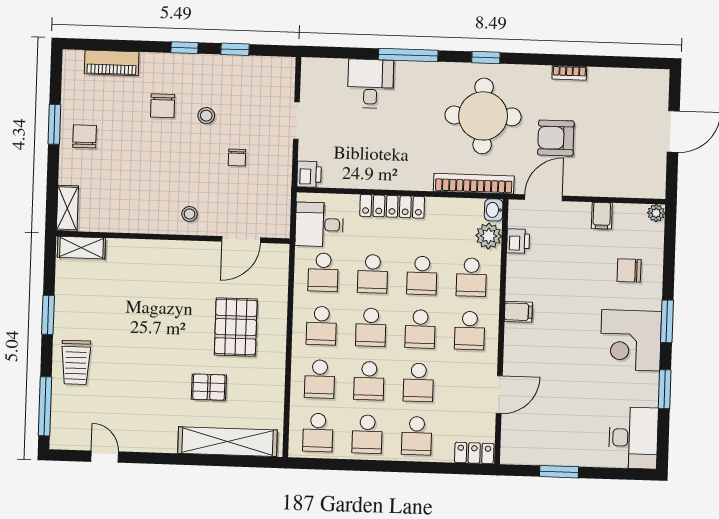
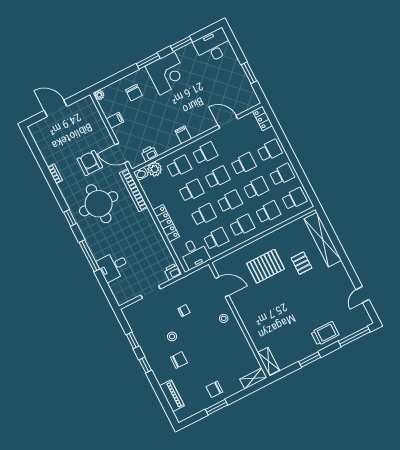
armchair: (556, 138) -> (90, 163), turned 180

